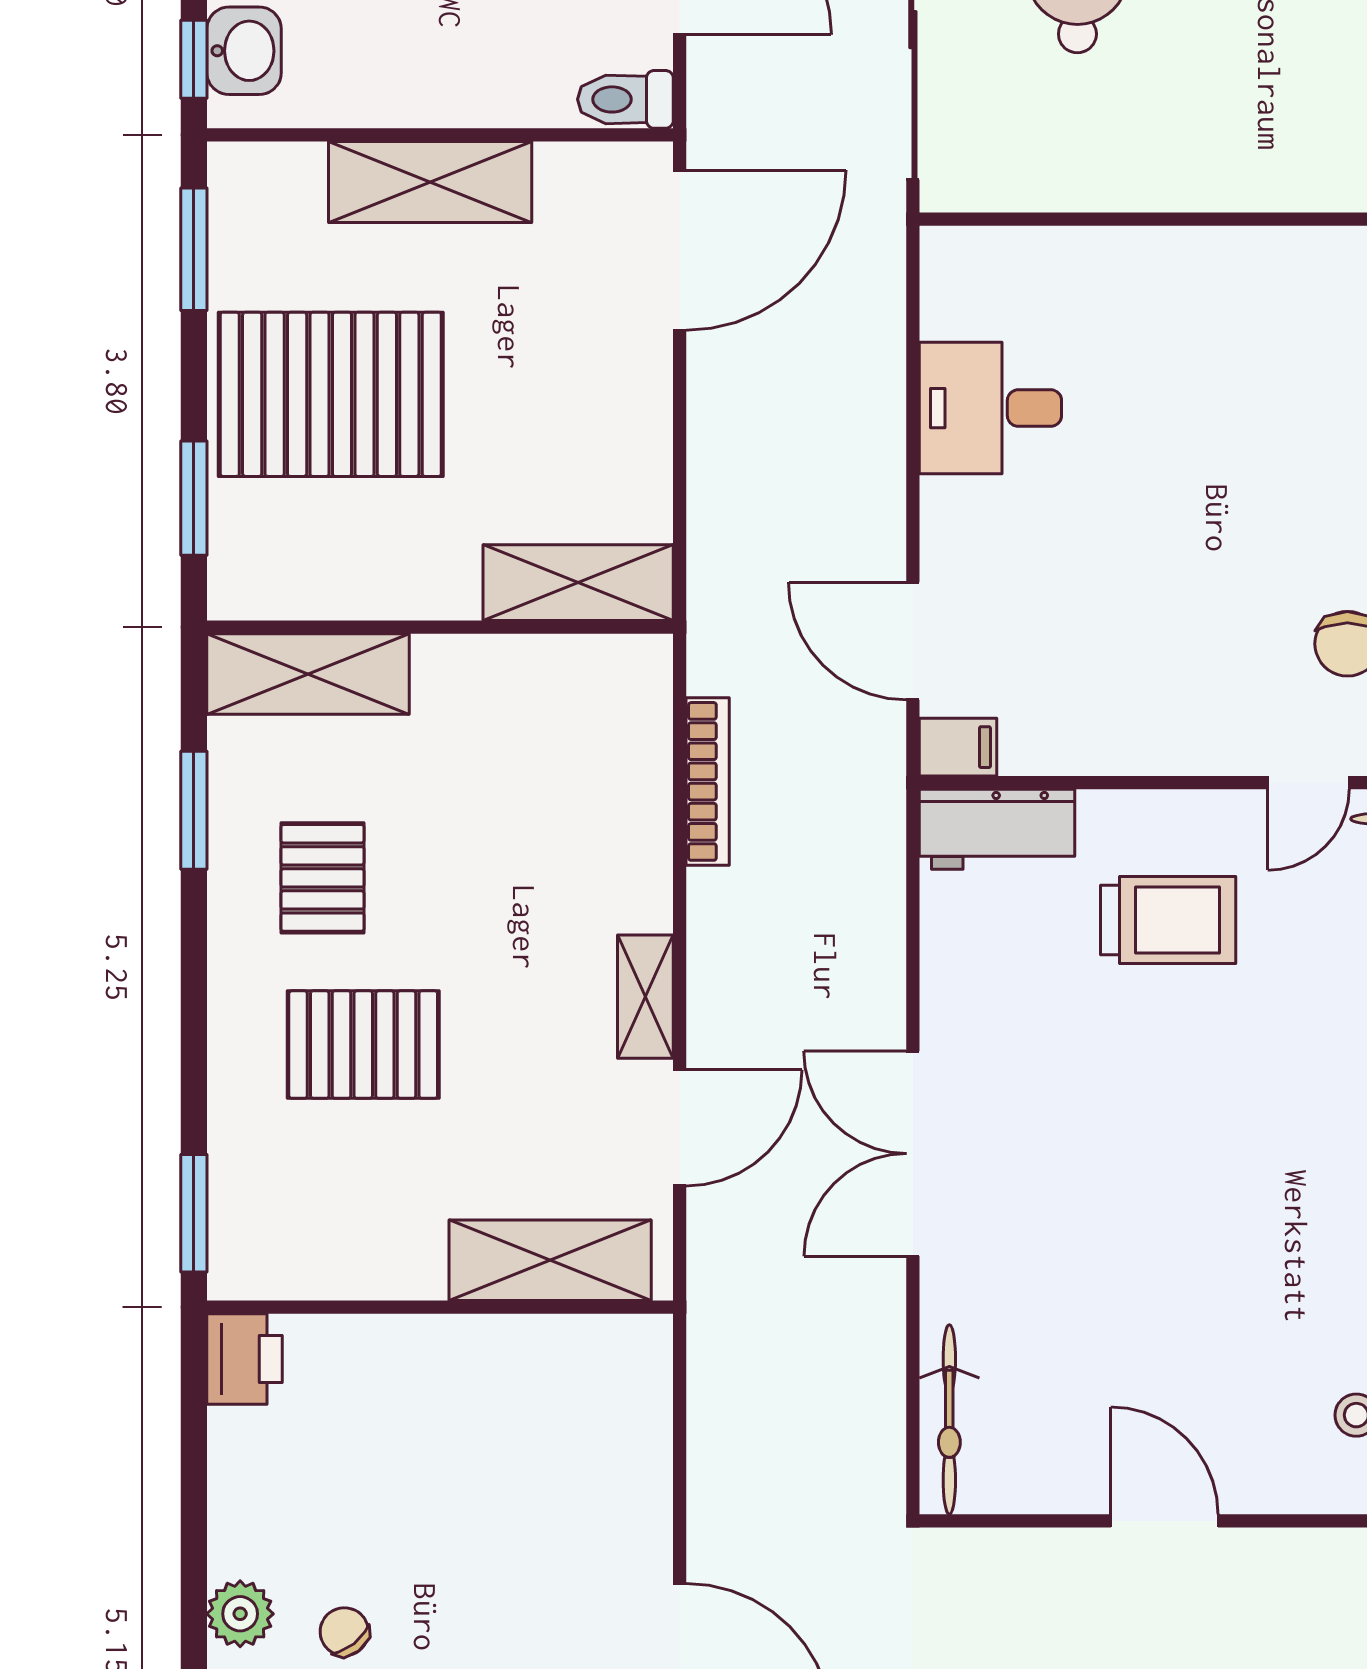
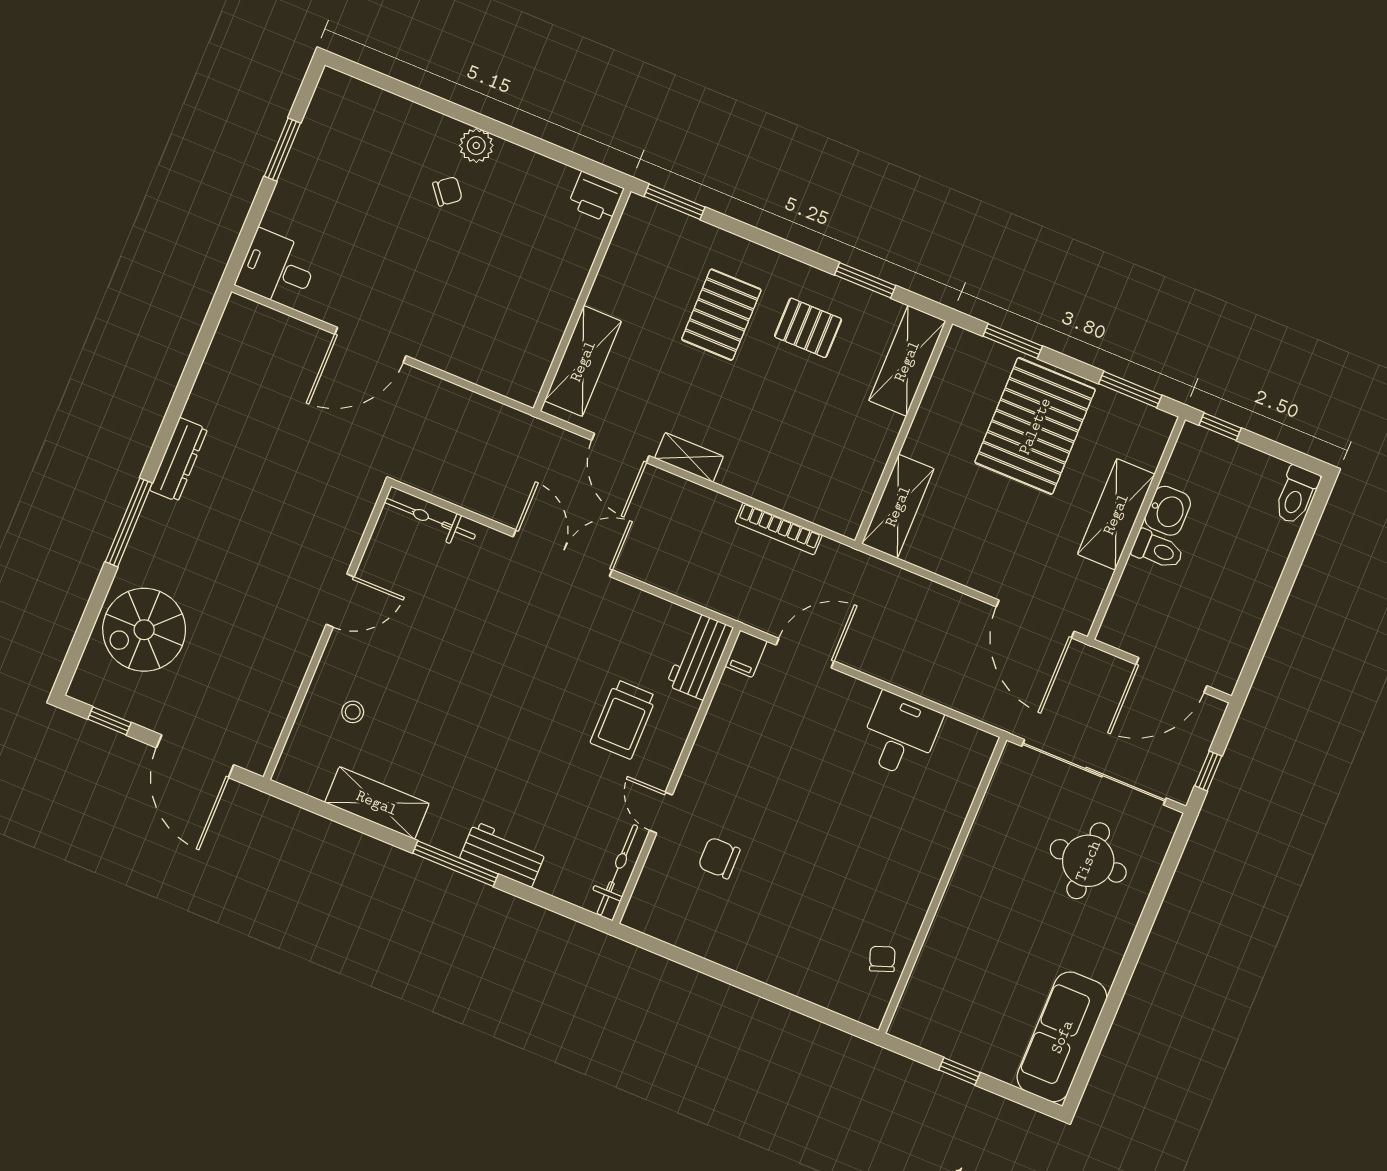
washbasin: (244, 51) -> (1168, 511), moved, turned -90
toilet: (625, 99) -> (1158, 550), moved, turned 90

